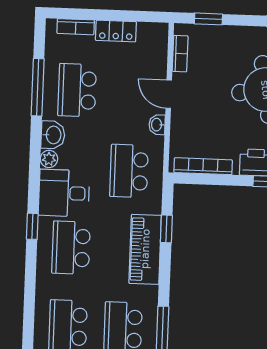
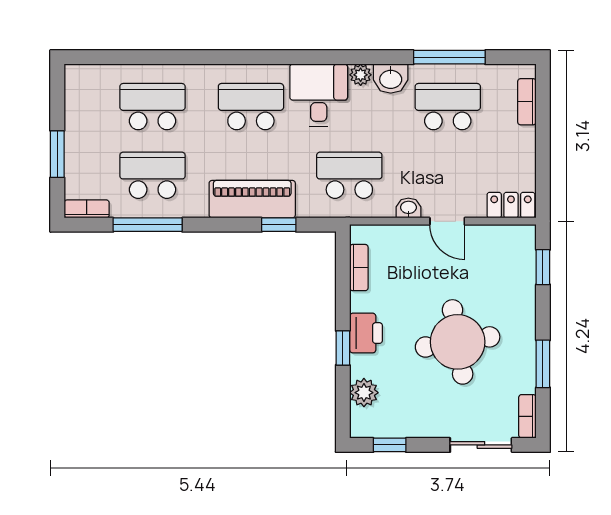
locker: (116, 31) -> (511, 205), moved, turned 90
bookcase: (180, 54) -> (498, 233), removed
door: (169, 94) -> (447, 221), swing flipped
bookcase: (203, 166) -> (359, 268), width x0.64
window: (32, 226) -> (276, 57), removed

